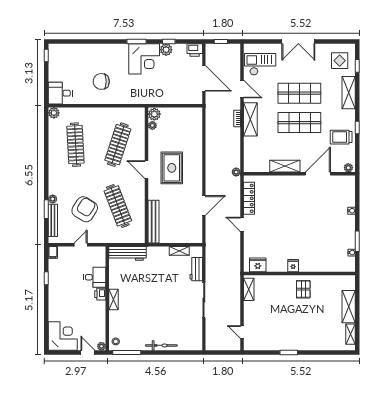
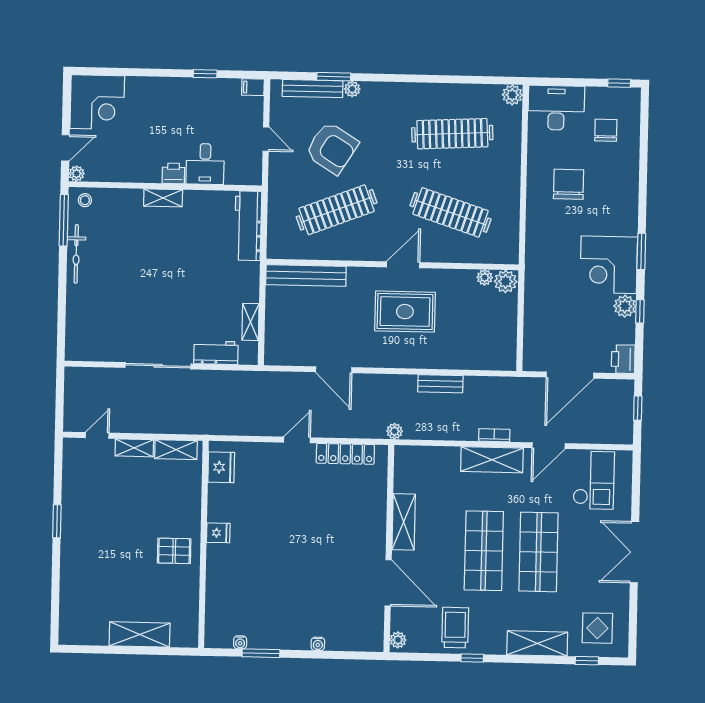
chair: (72, 62) -> (606, 130), added
desk: (60, 93) -> (556, 108), width x1.37
bench: (210, 148) -> (440, 384), added
shelving: (351, 334) -> (134, 448), moved
bicycle: (161, 345) -> (76, 254), moved

